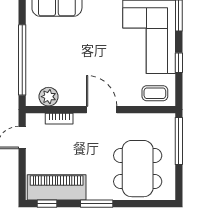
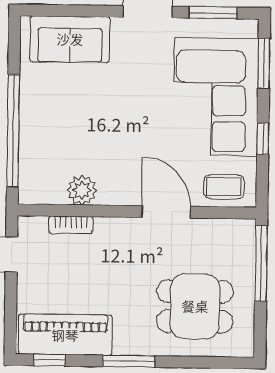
plant: (49, 97) -> (82, 190), moved
door: (102, 110) -> (166, 212), moved
dining table: (138, 169) -> (195, 306), width x0.73

